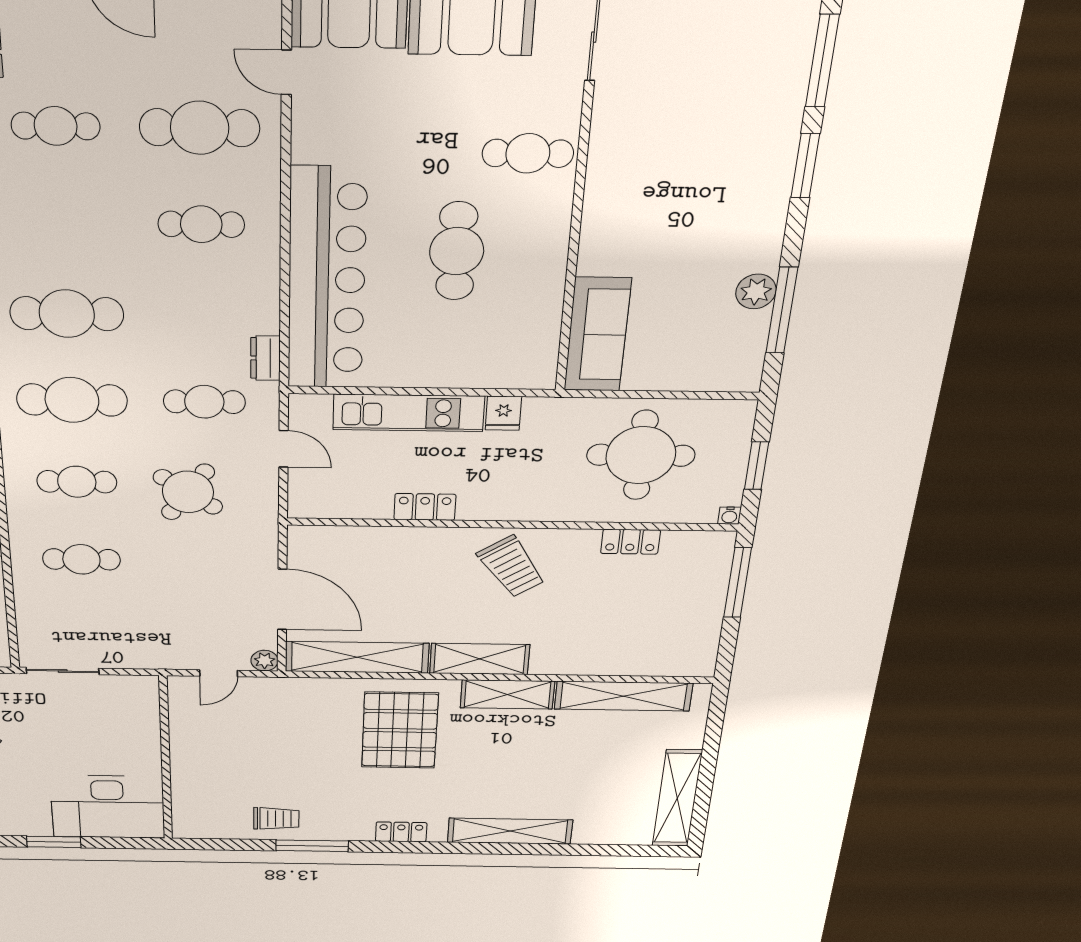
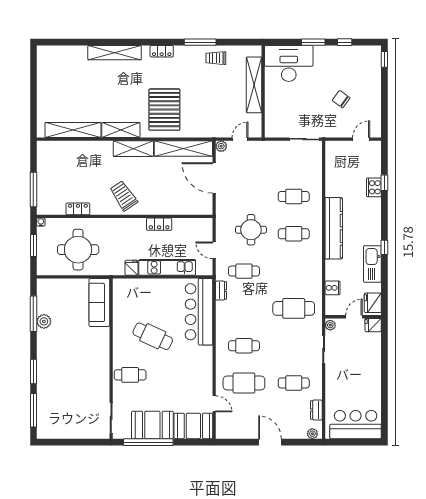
cafe table: (457, 251) -> (153, 336), turned -65
bar counter: (327, 280) -> (199, 312), width x0.73
cafe table: (72, 400) -> (294, 271), removed
round table: (188, 492) -> (251, 230), turned -35
shelving: (677, 798) -> (254, 85), moved

